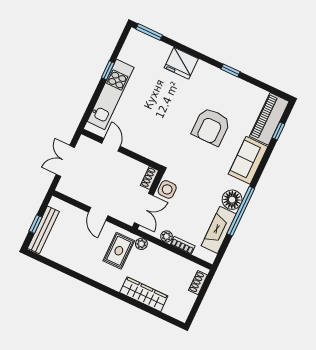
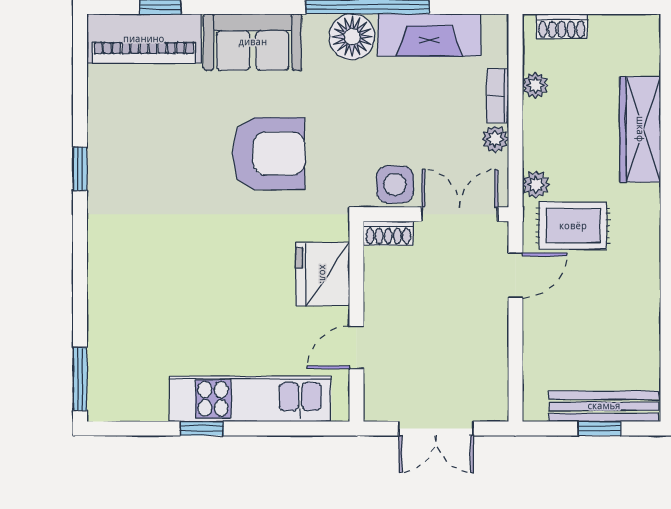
fridge: (181, 63) -> (323, 274), moved, turned 180
armchair: (211, 127) -> (269, 154), moved
door: (98, 214) -> (515, 275), moved
plant: (180, 262) -> (535, 85), added

